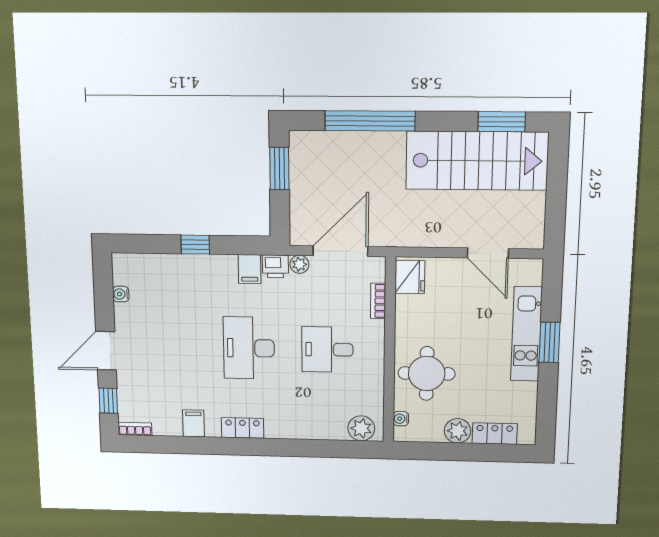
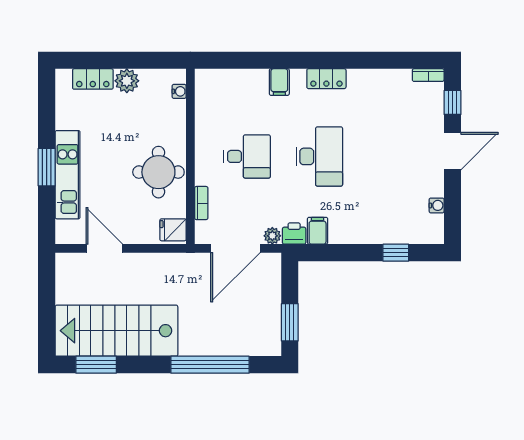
window: (195, 245) -> (396, 253), moved
fridge: (410, 277) -> (173, 230), width x0.72
round table: (427, 373) -> (158, 172), moved
filing cabinet: (194, 423) -> (279, 82), moved
plant: (361, 428) -> (216, 81), removed

